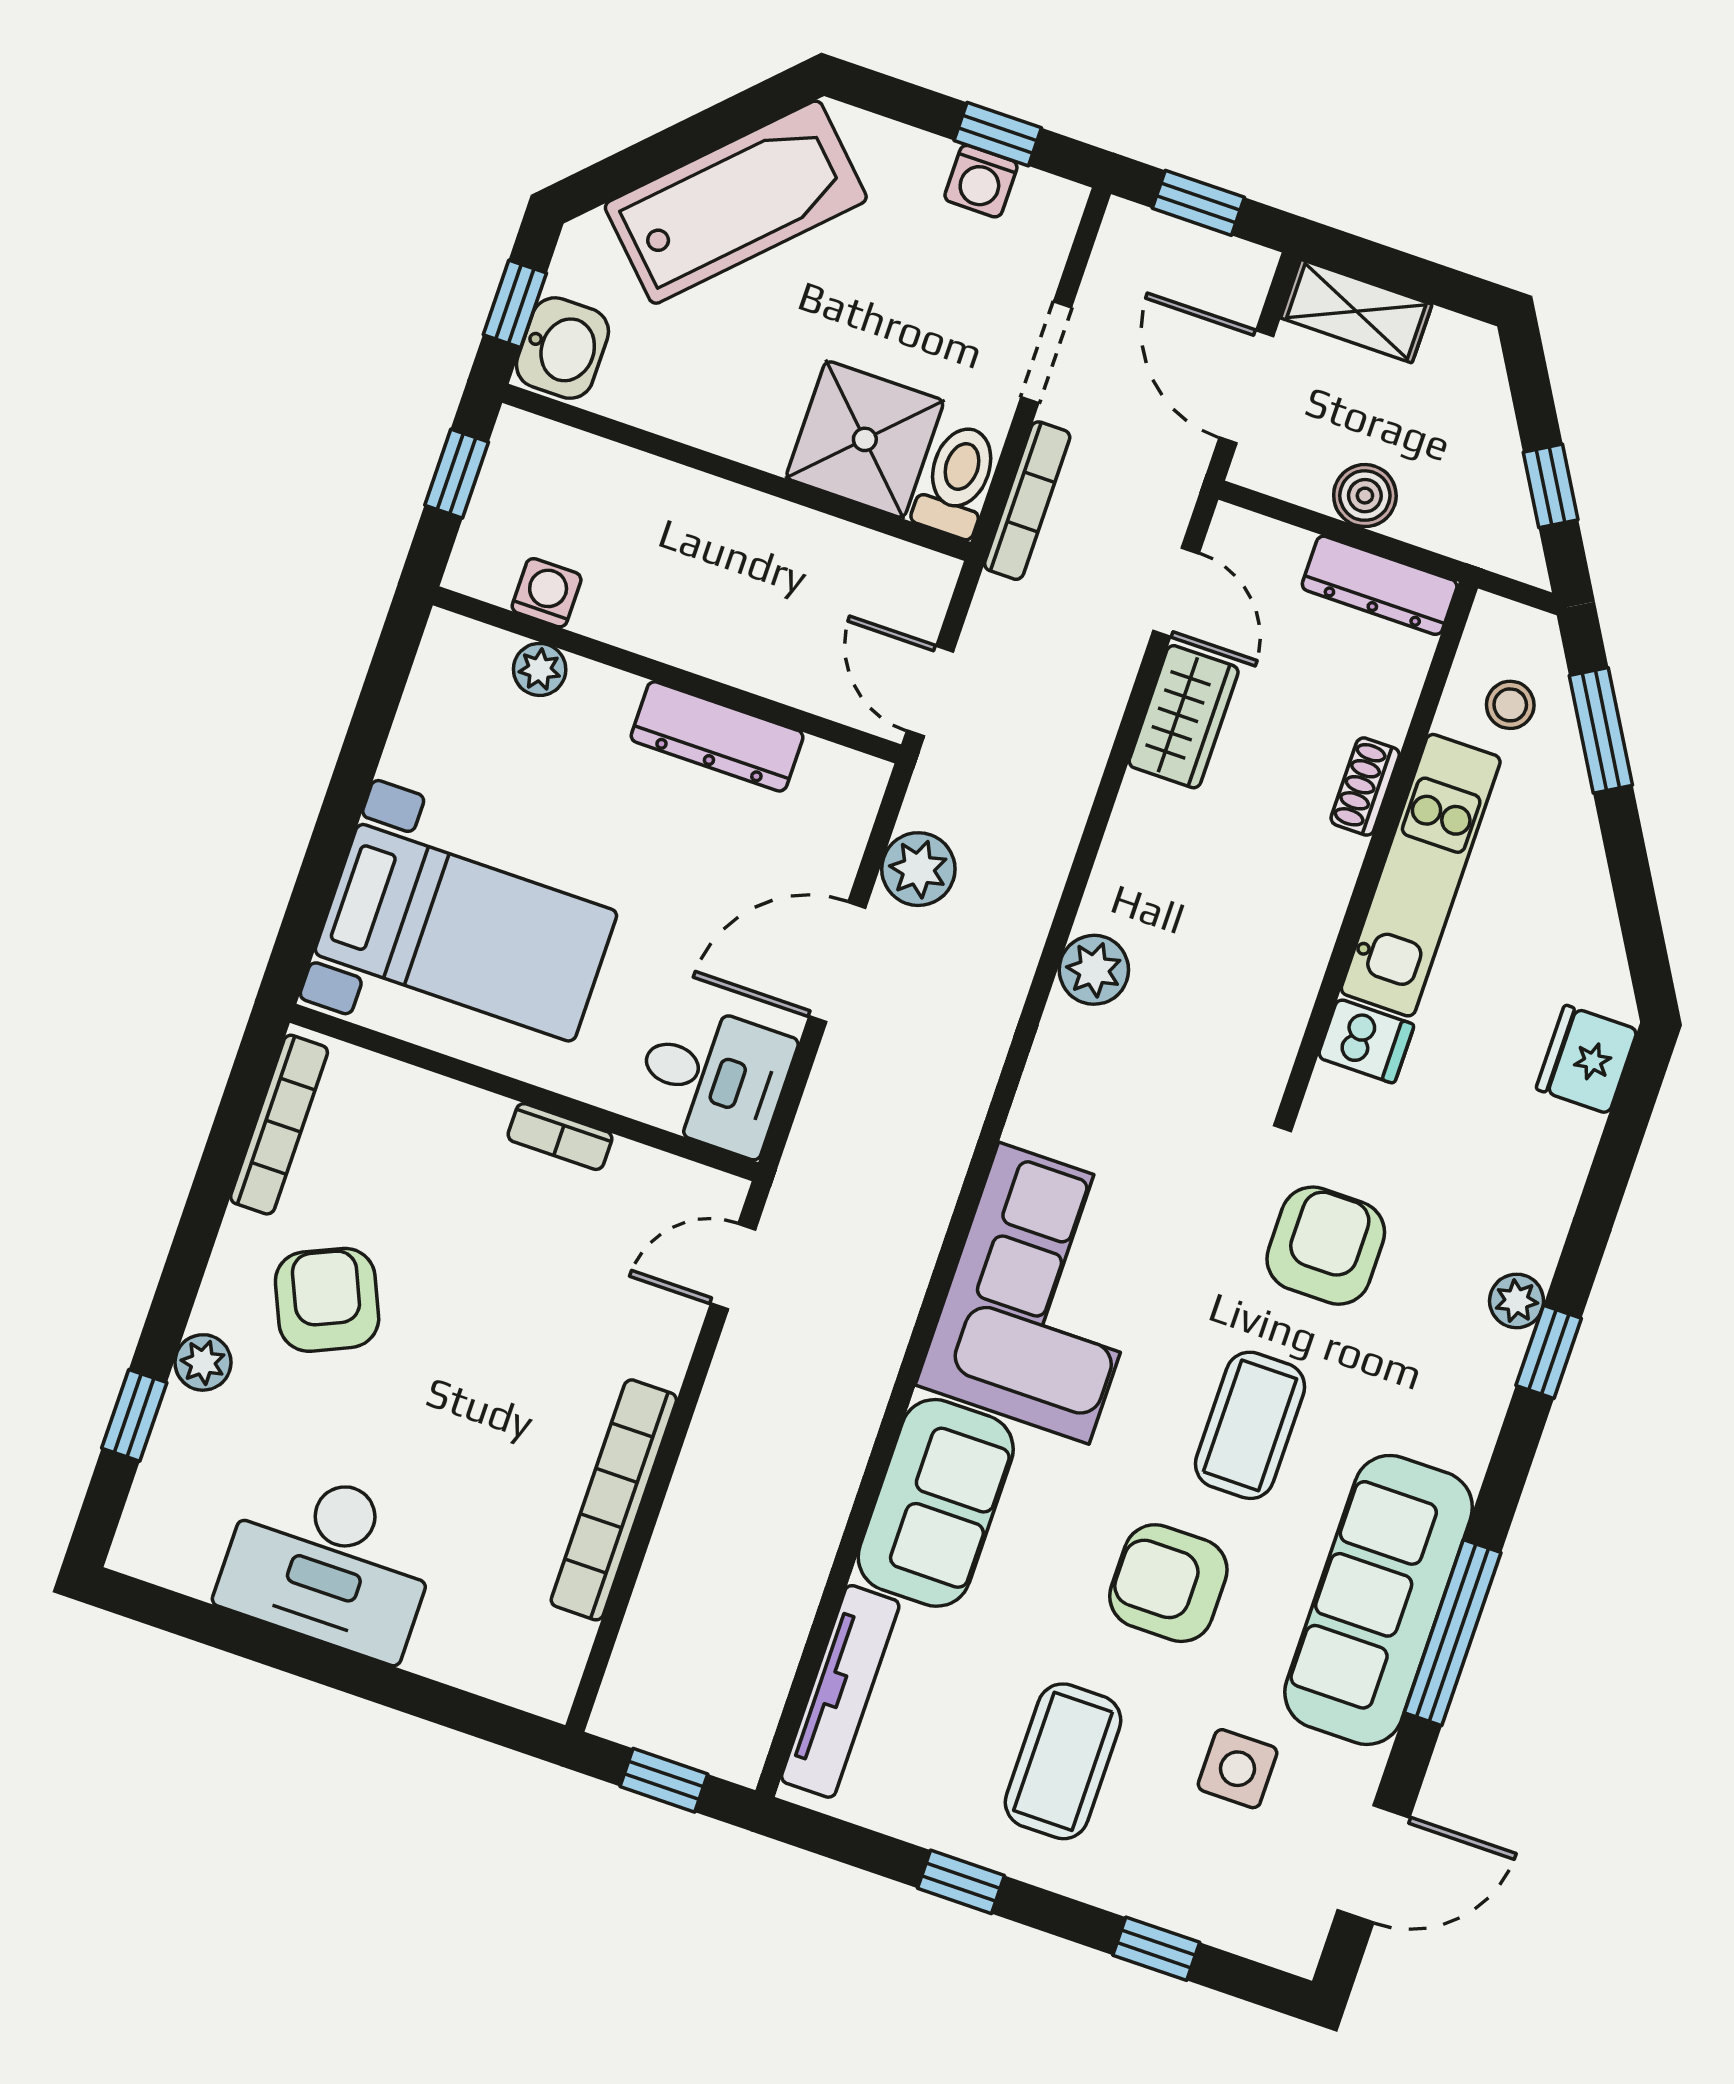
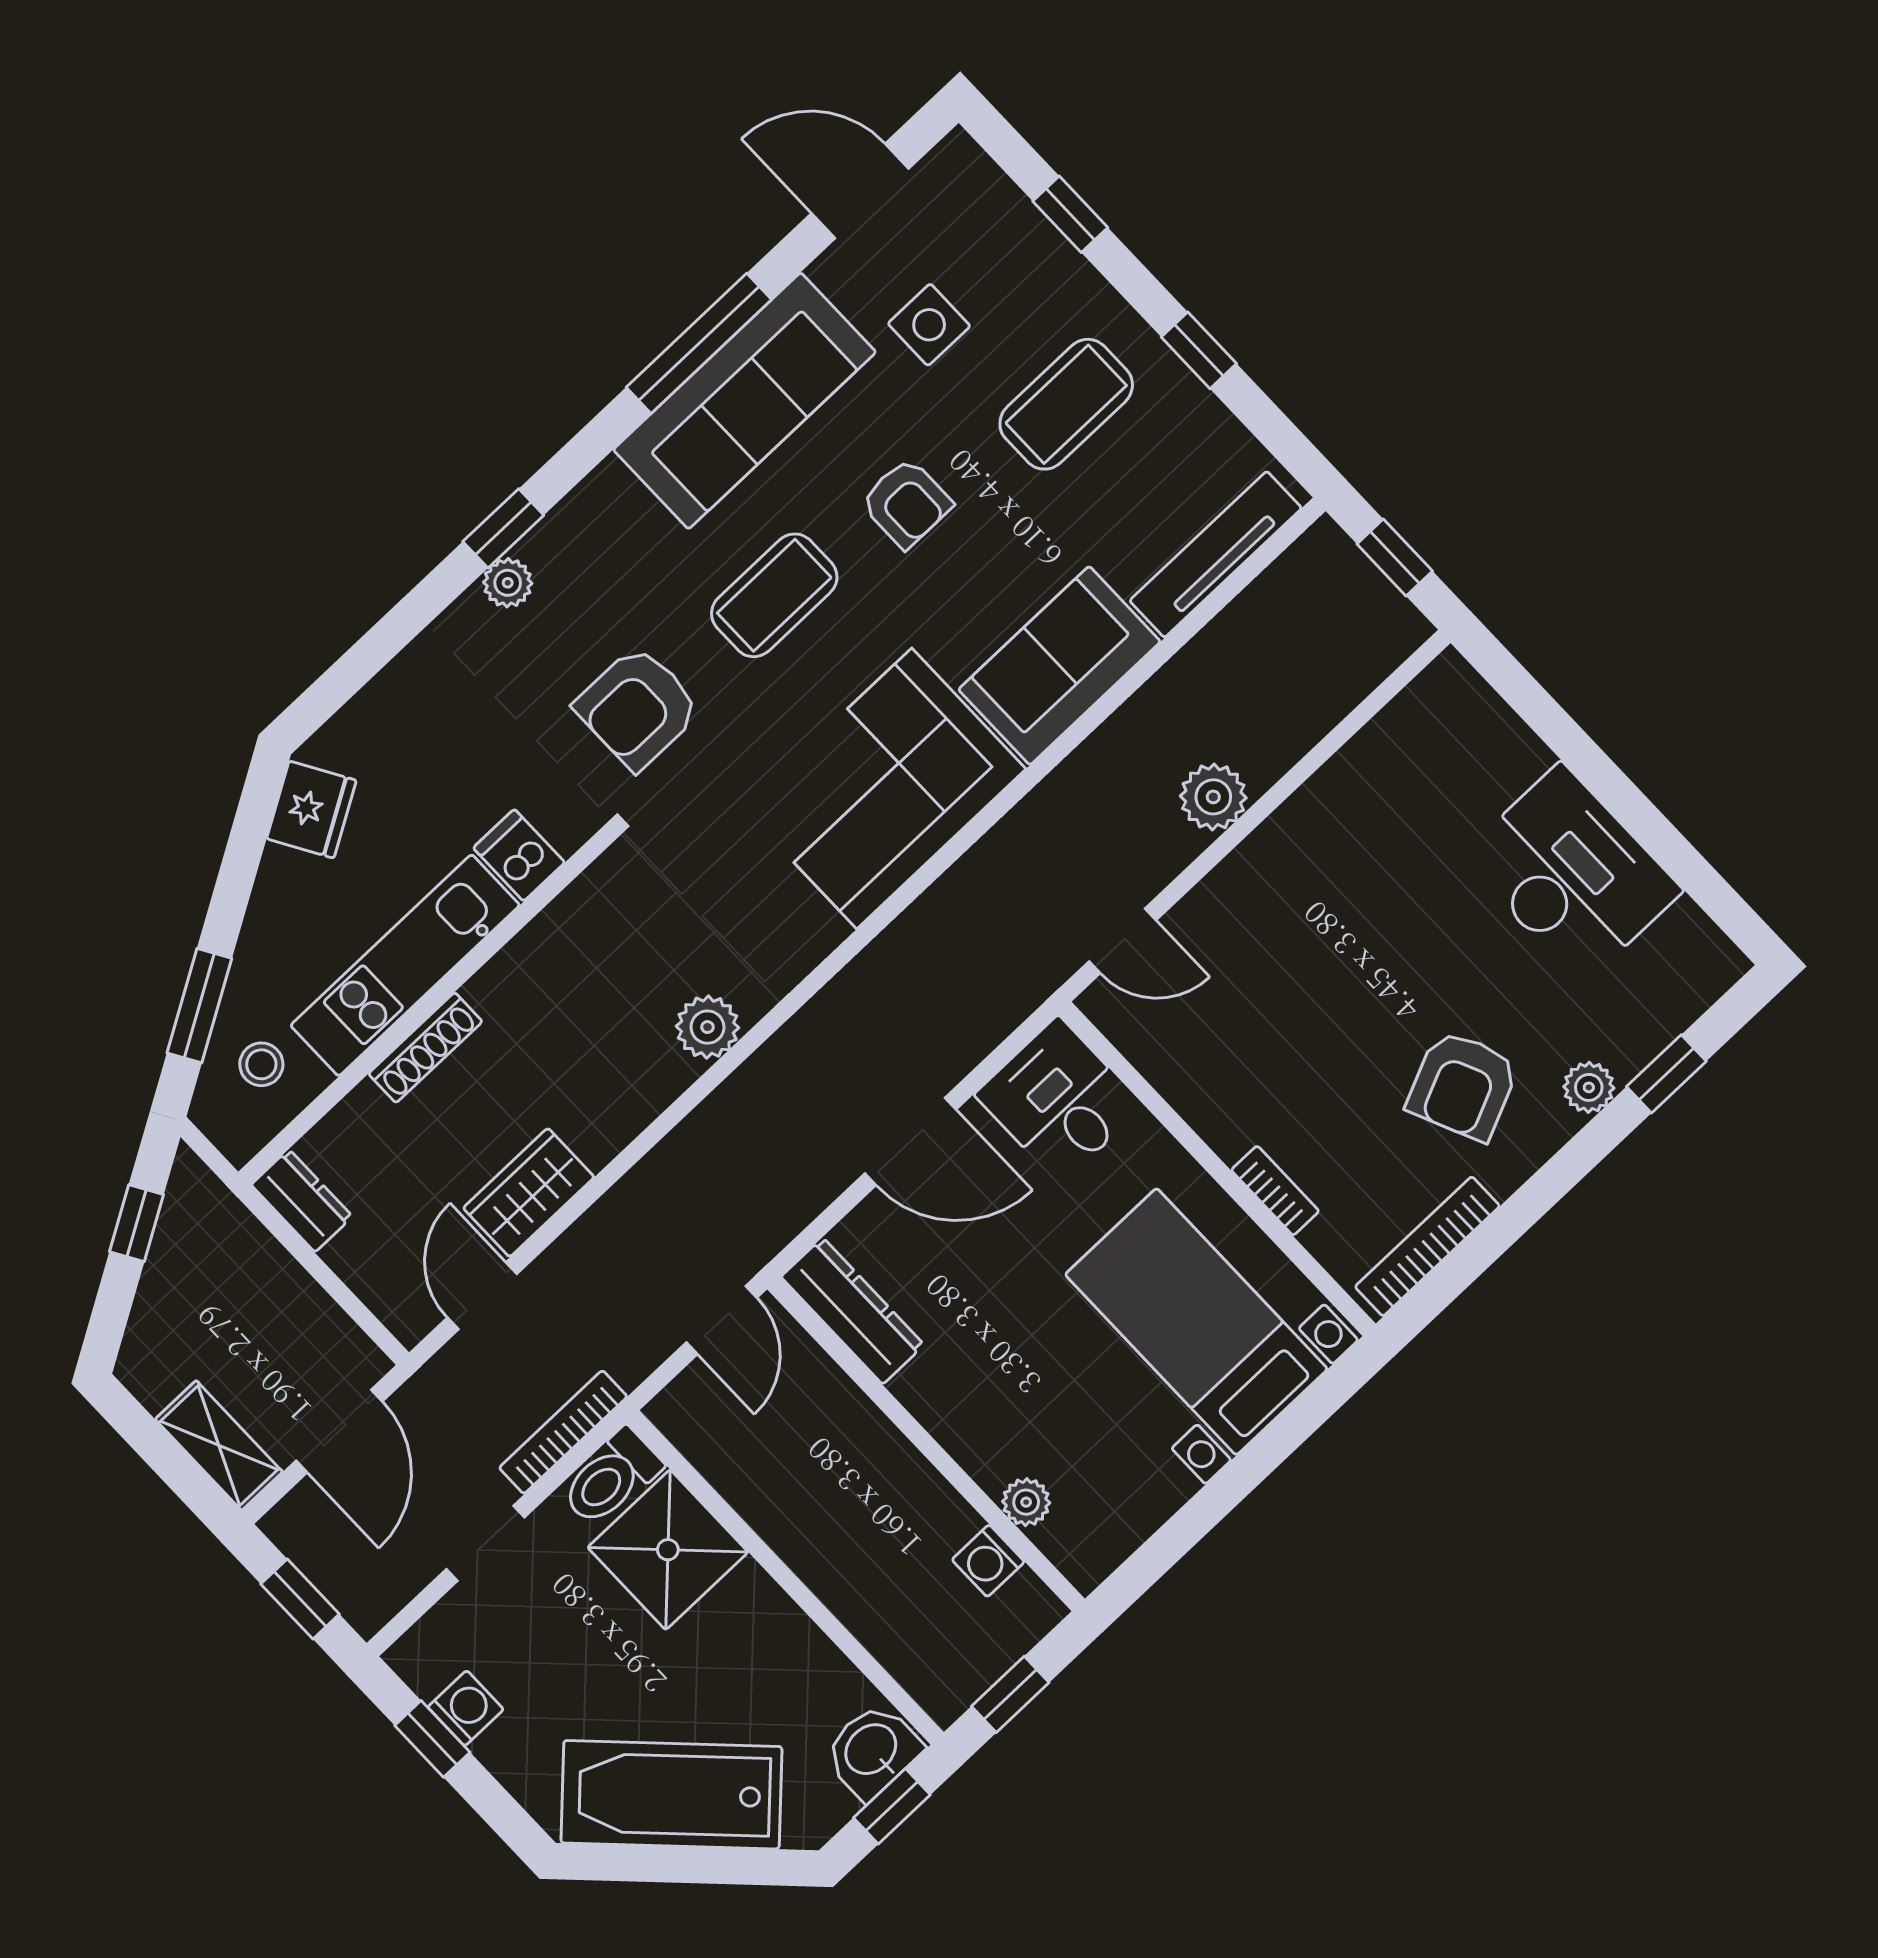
boiler: (1365, 496) -> (290, 1294), removed
dresser: (1380, 585) -> (302, 1201), width x0.70
dresser: (717, 736) -> (853, 1311), moved
shoe rack: (1365, 787) -> (425, 1048), width x1.43
plant: (918, 869) -> (1213, 797), moved
fridge: (1587, 1059) -> (311, 810), moved, turned -31
bookcase: (560, 1137) -> (1275, 1191), moved
bookcase: (614, 1500) -> (1317, 804), removed
armchair: (1168, 1583) -> (906, 503), width x0.72, depth x0.72

